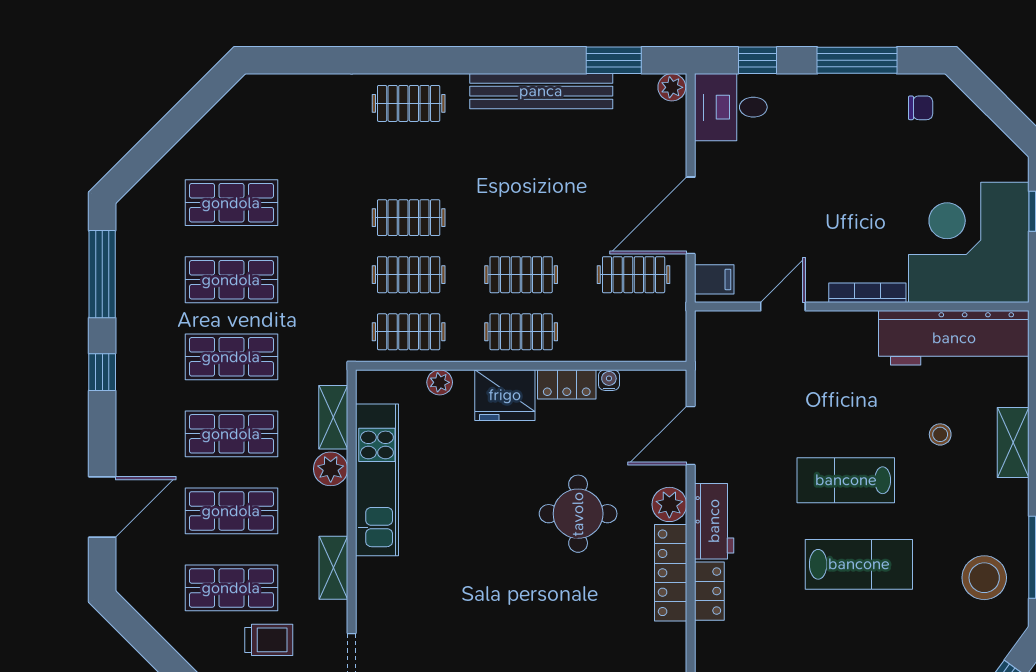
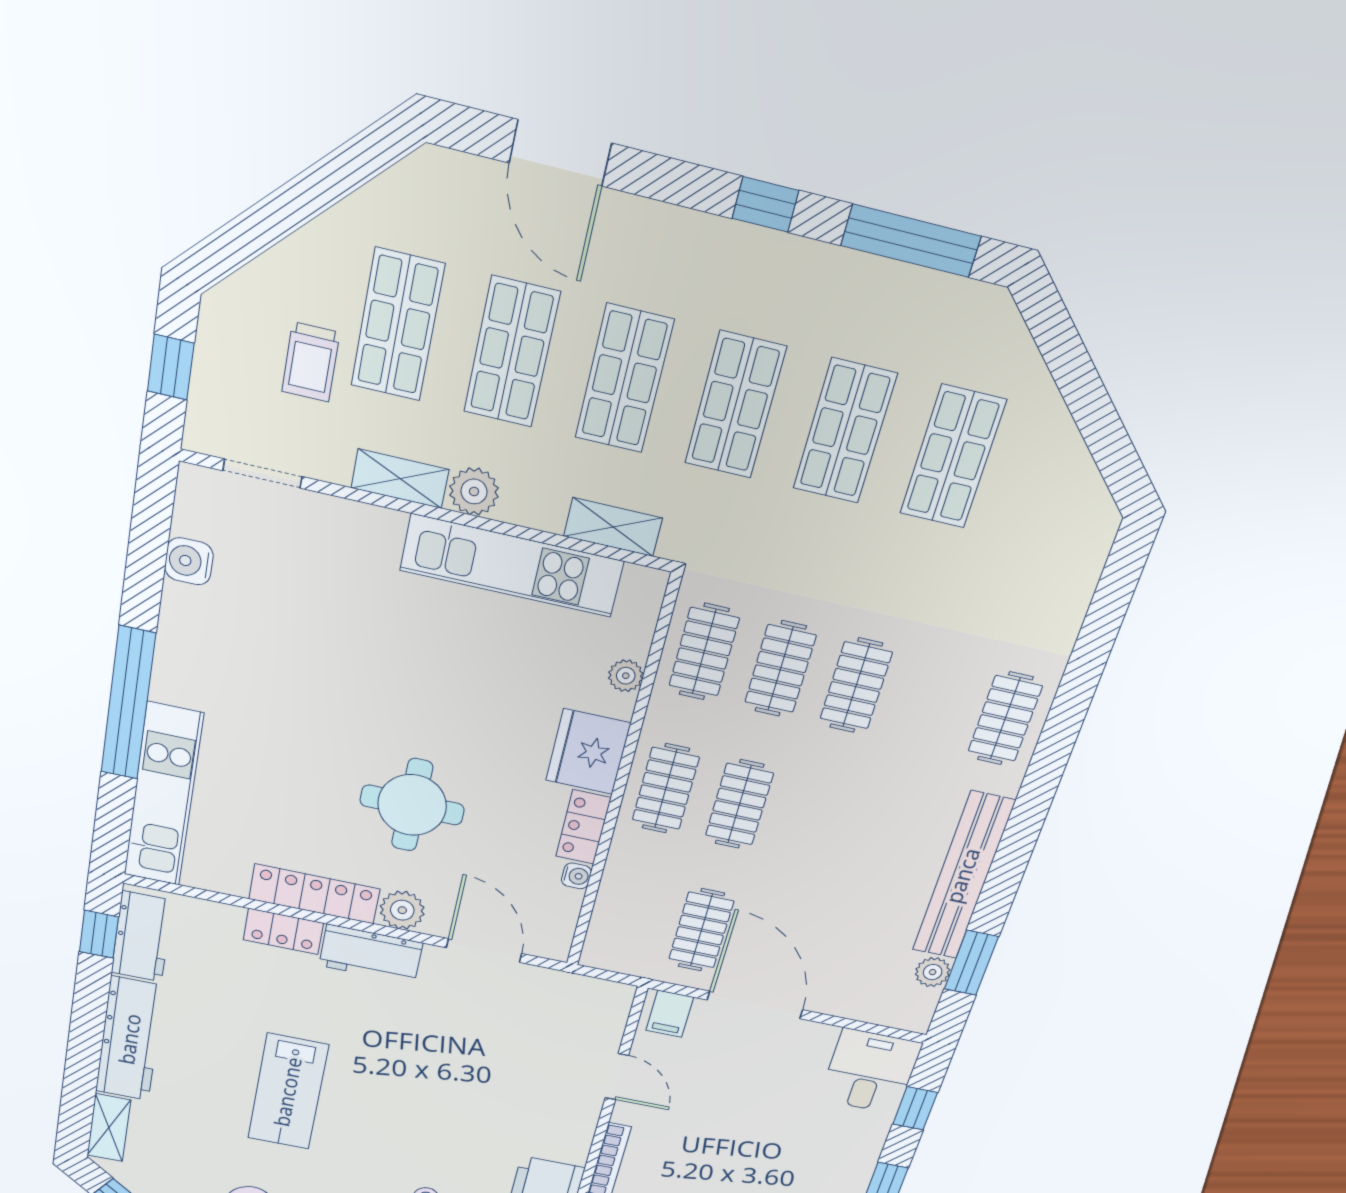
plant: (672, 87) -> (933, 972), moved
plant: (331, 469) -> (474, 492), moved
lab bench: (846, 480) -> (392, 1098), removed

